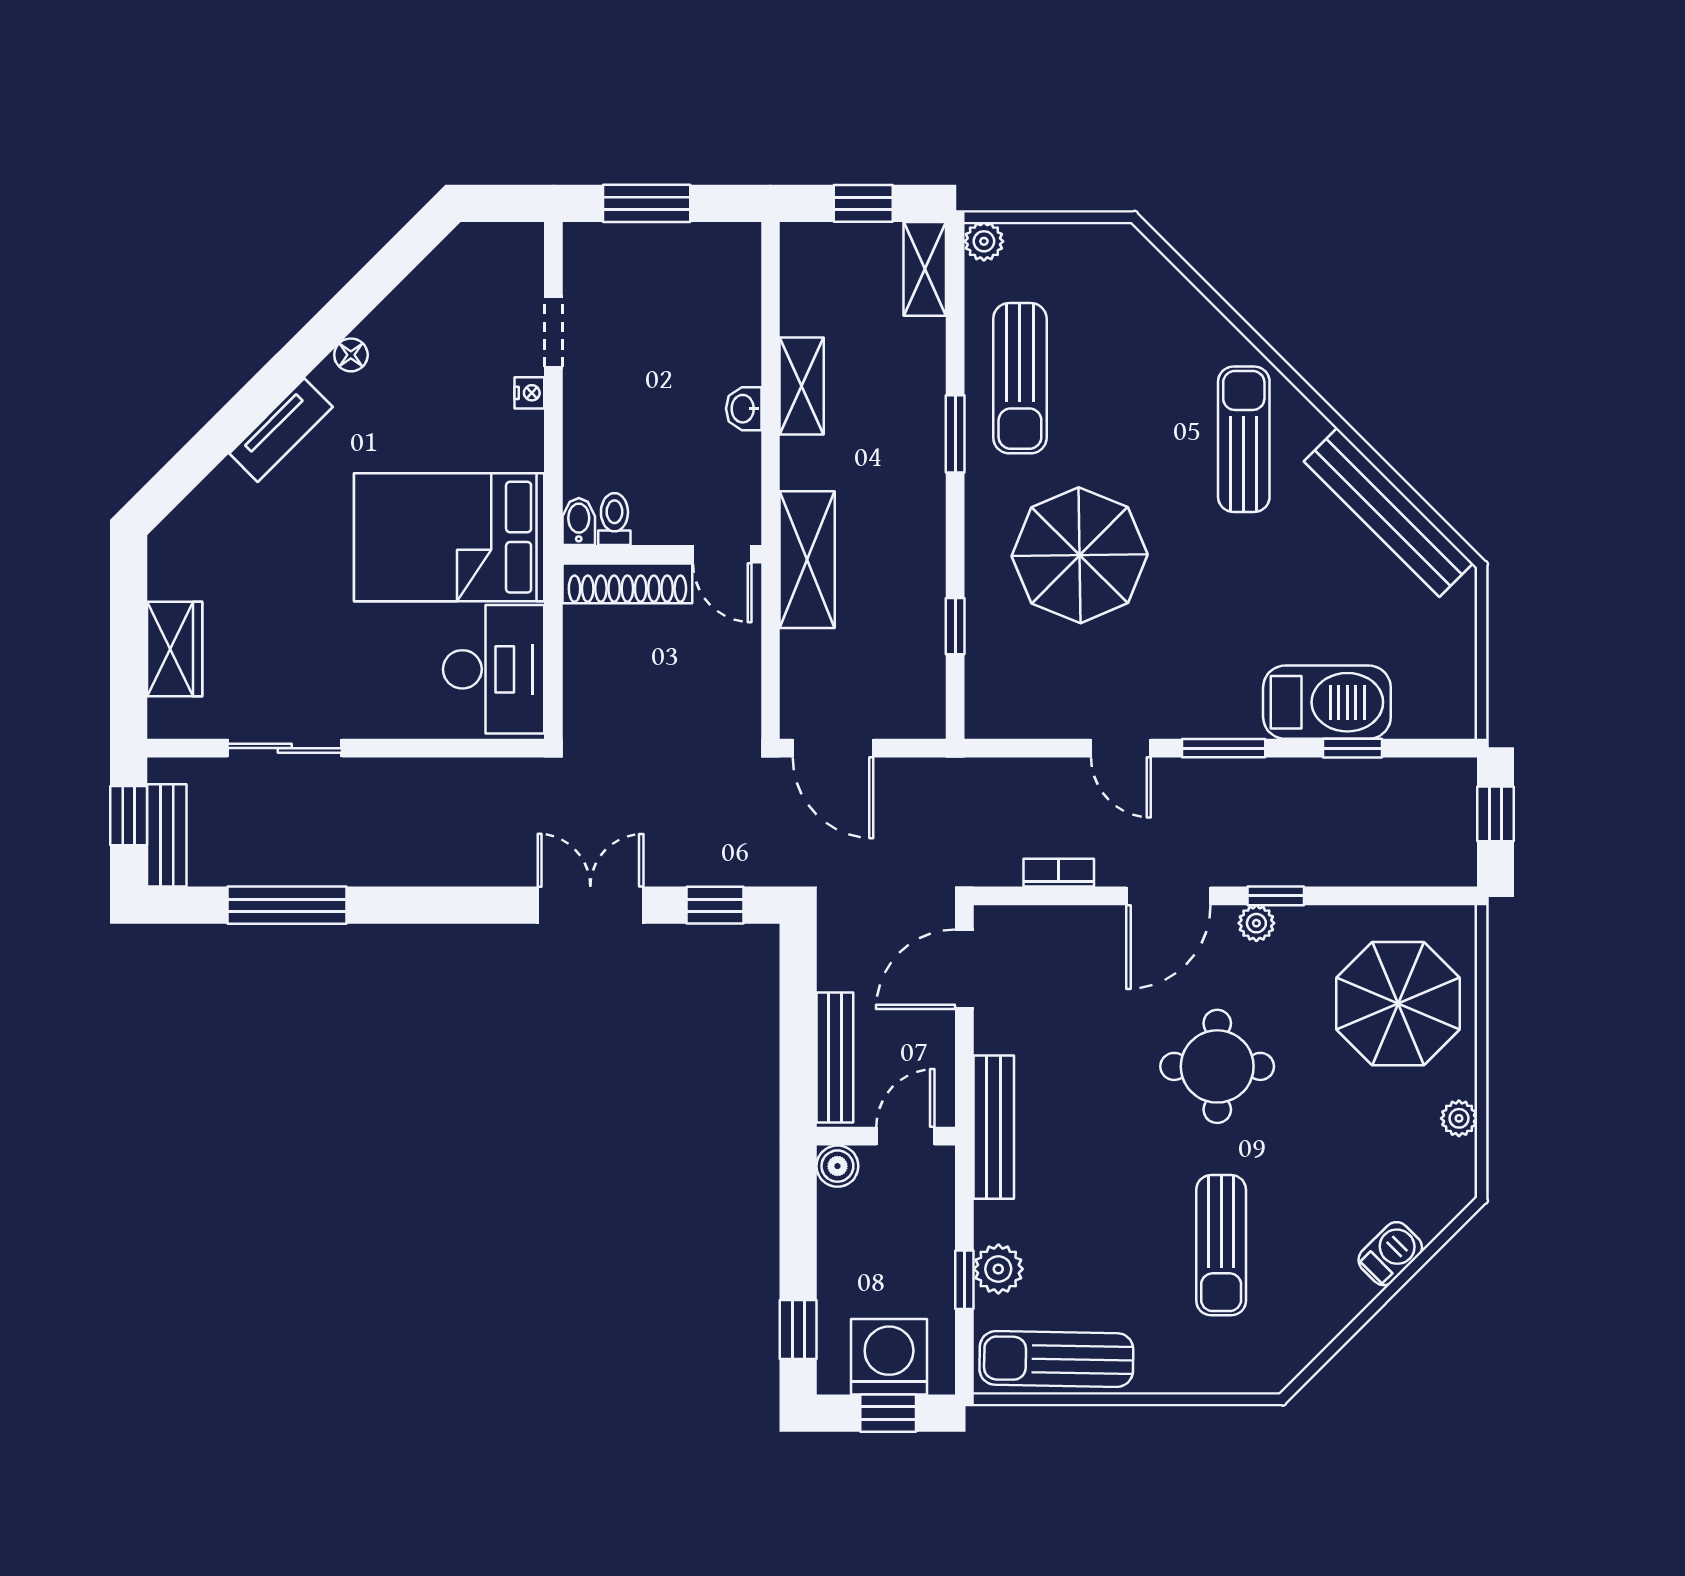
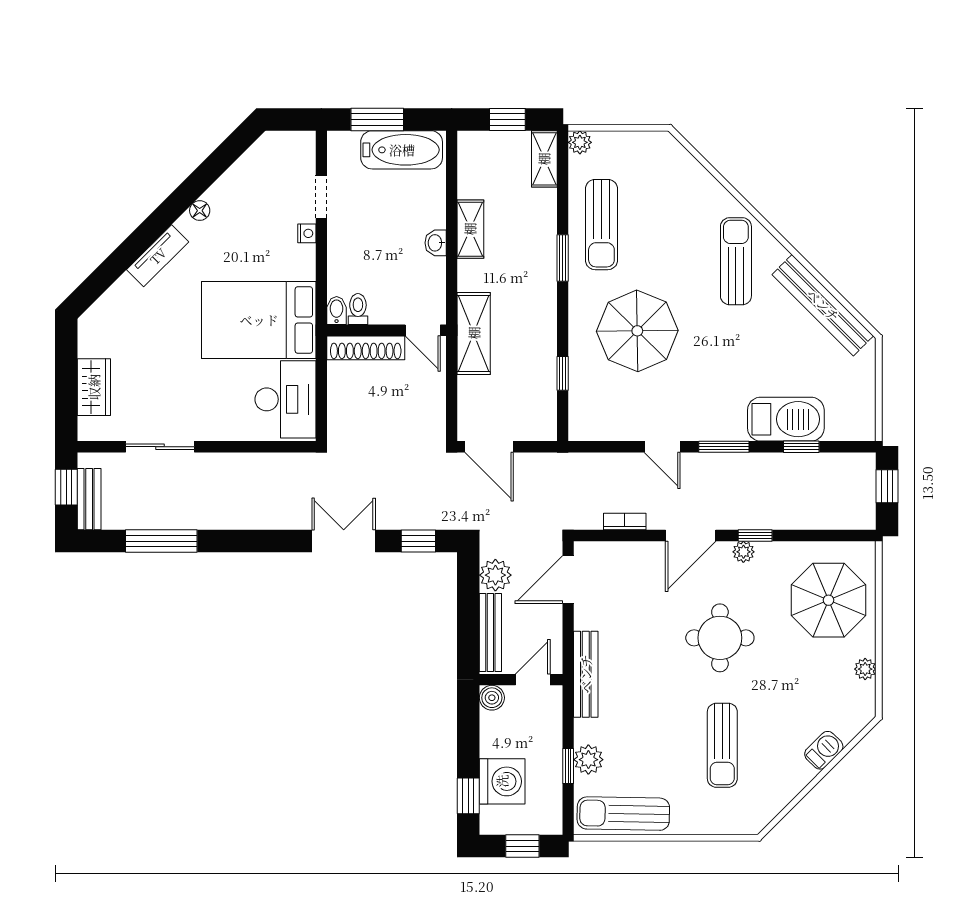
bathtub: (687, 254) -> (402, 150), added
plant: (843, 962) -> (495, 575), added
washing machine: (889, 1357) -> (502, 781), moved, turned 90

